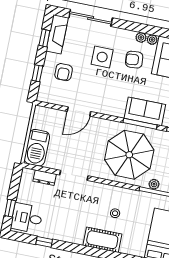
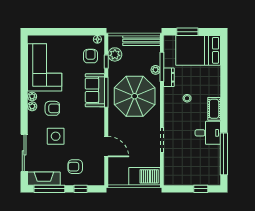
window: (44, 38) -> (49, 189), width x2.17
armchair: (134, 60) -> (52, 108), turned -85
armchair: (64, 72) -> (75, 167), turned 180
dresser: (45, 178) -> (169, 77), moved
desk: (27, 218) -> (208, 133), moved, turned -90
cot: (102, 240) -> (214, 109), width x0.73, depth x0.75
window: (44, 242) -> (224, 154), width x3.17

